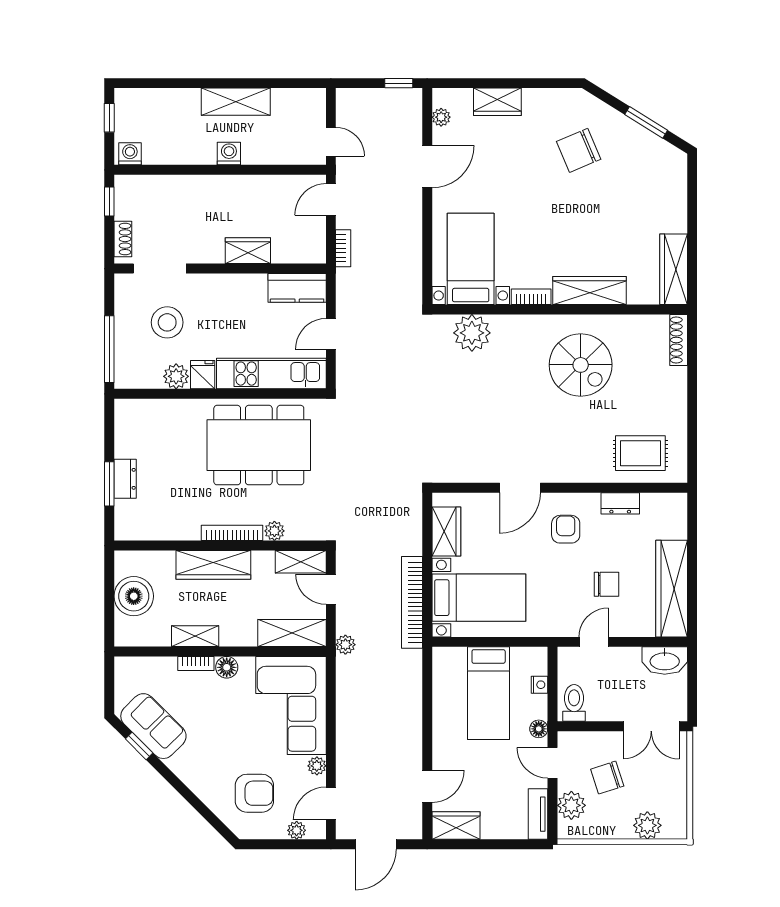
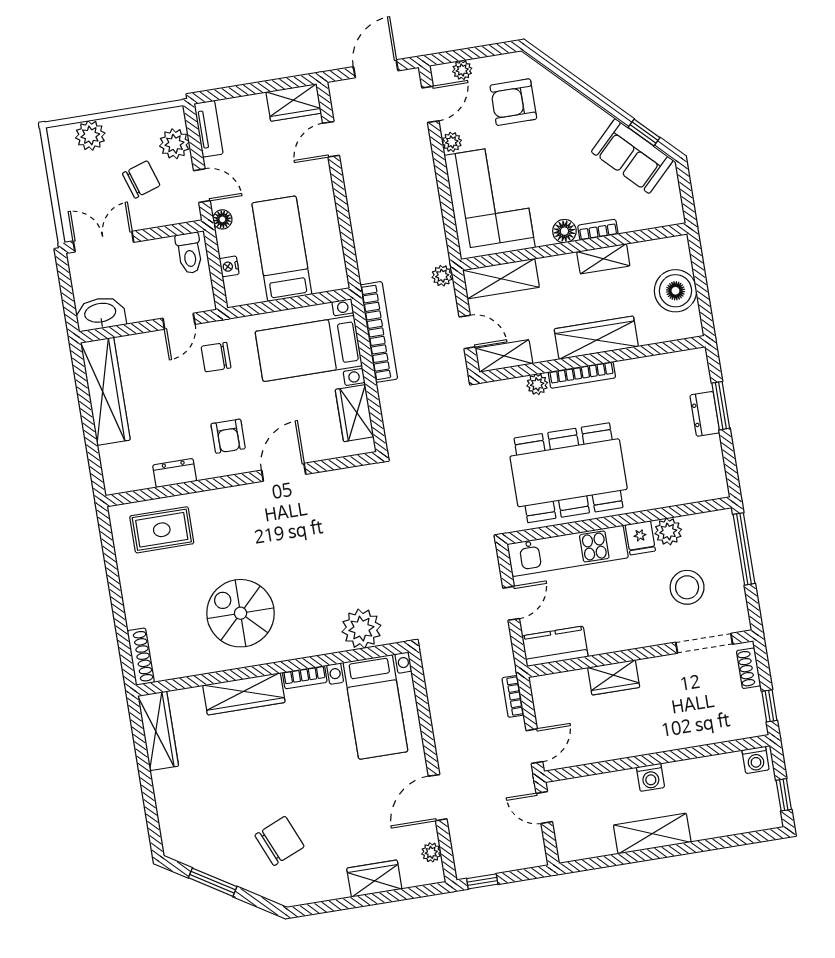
chair: (607, 584) -> (216, 357), moved

